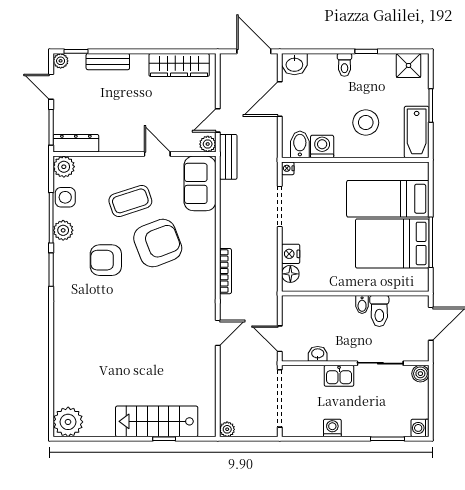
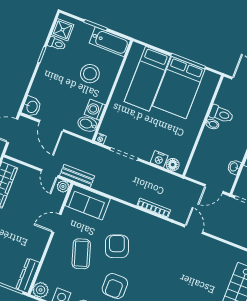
toilet: (344, 65) -> (57, 44), moved
armchair: (158, 243) -> (117, 246), width x0.73, depth x0.73

